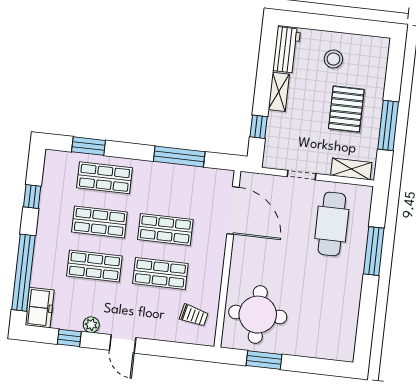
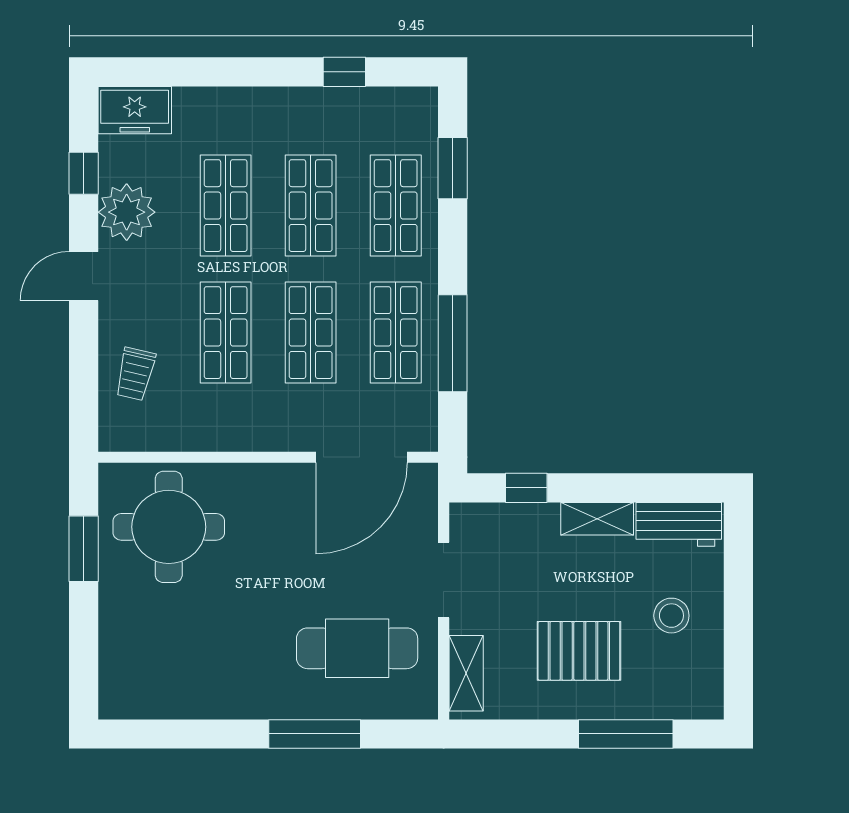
window: (388, 125) -> (626, 734), moved
doorway: (302, 175) -> (444, 580), width x1.38
shop shelf: (170, 185) -> (396, 333), added
window: (23, 273) -> (198, 72), removed
trolley: (194, 315) -> (135, 374), moved
plant: (91, 325) -> (127, 212), width x1.87, depth x1.87

